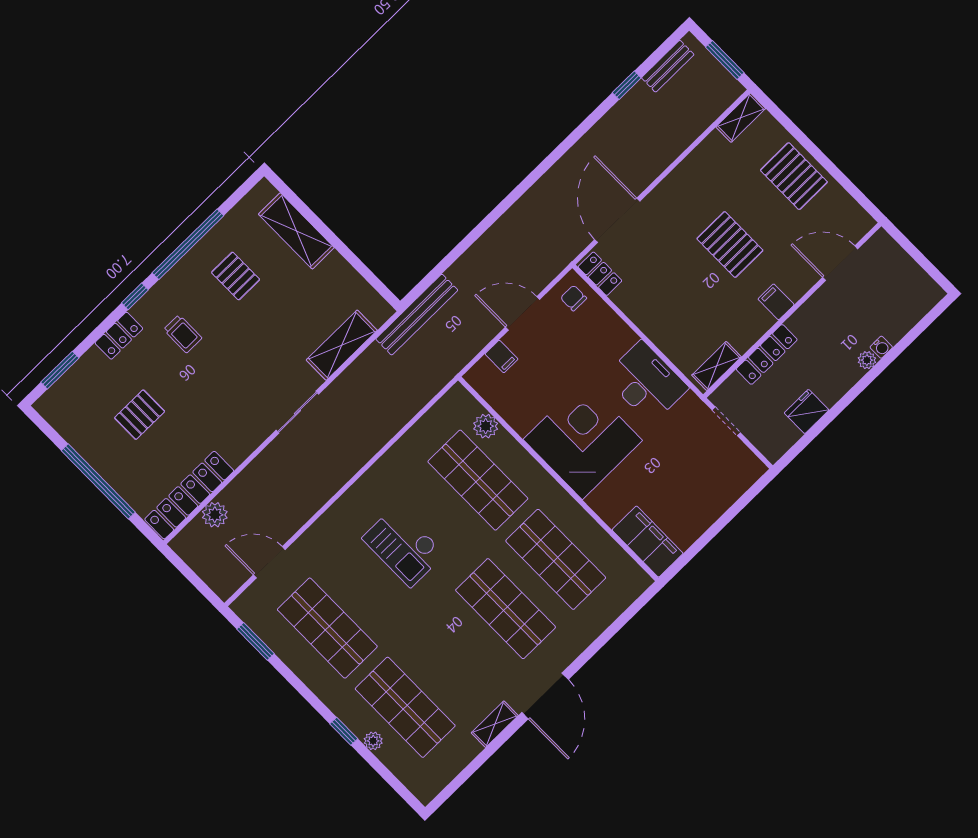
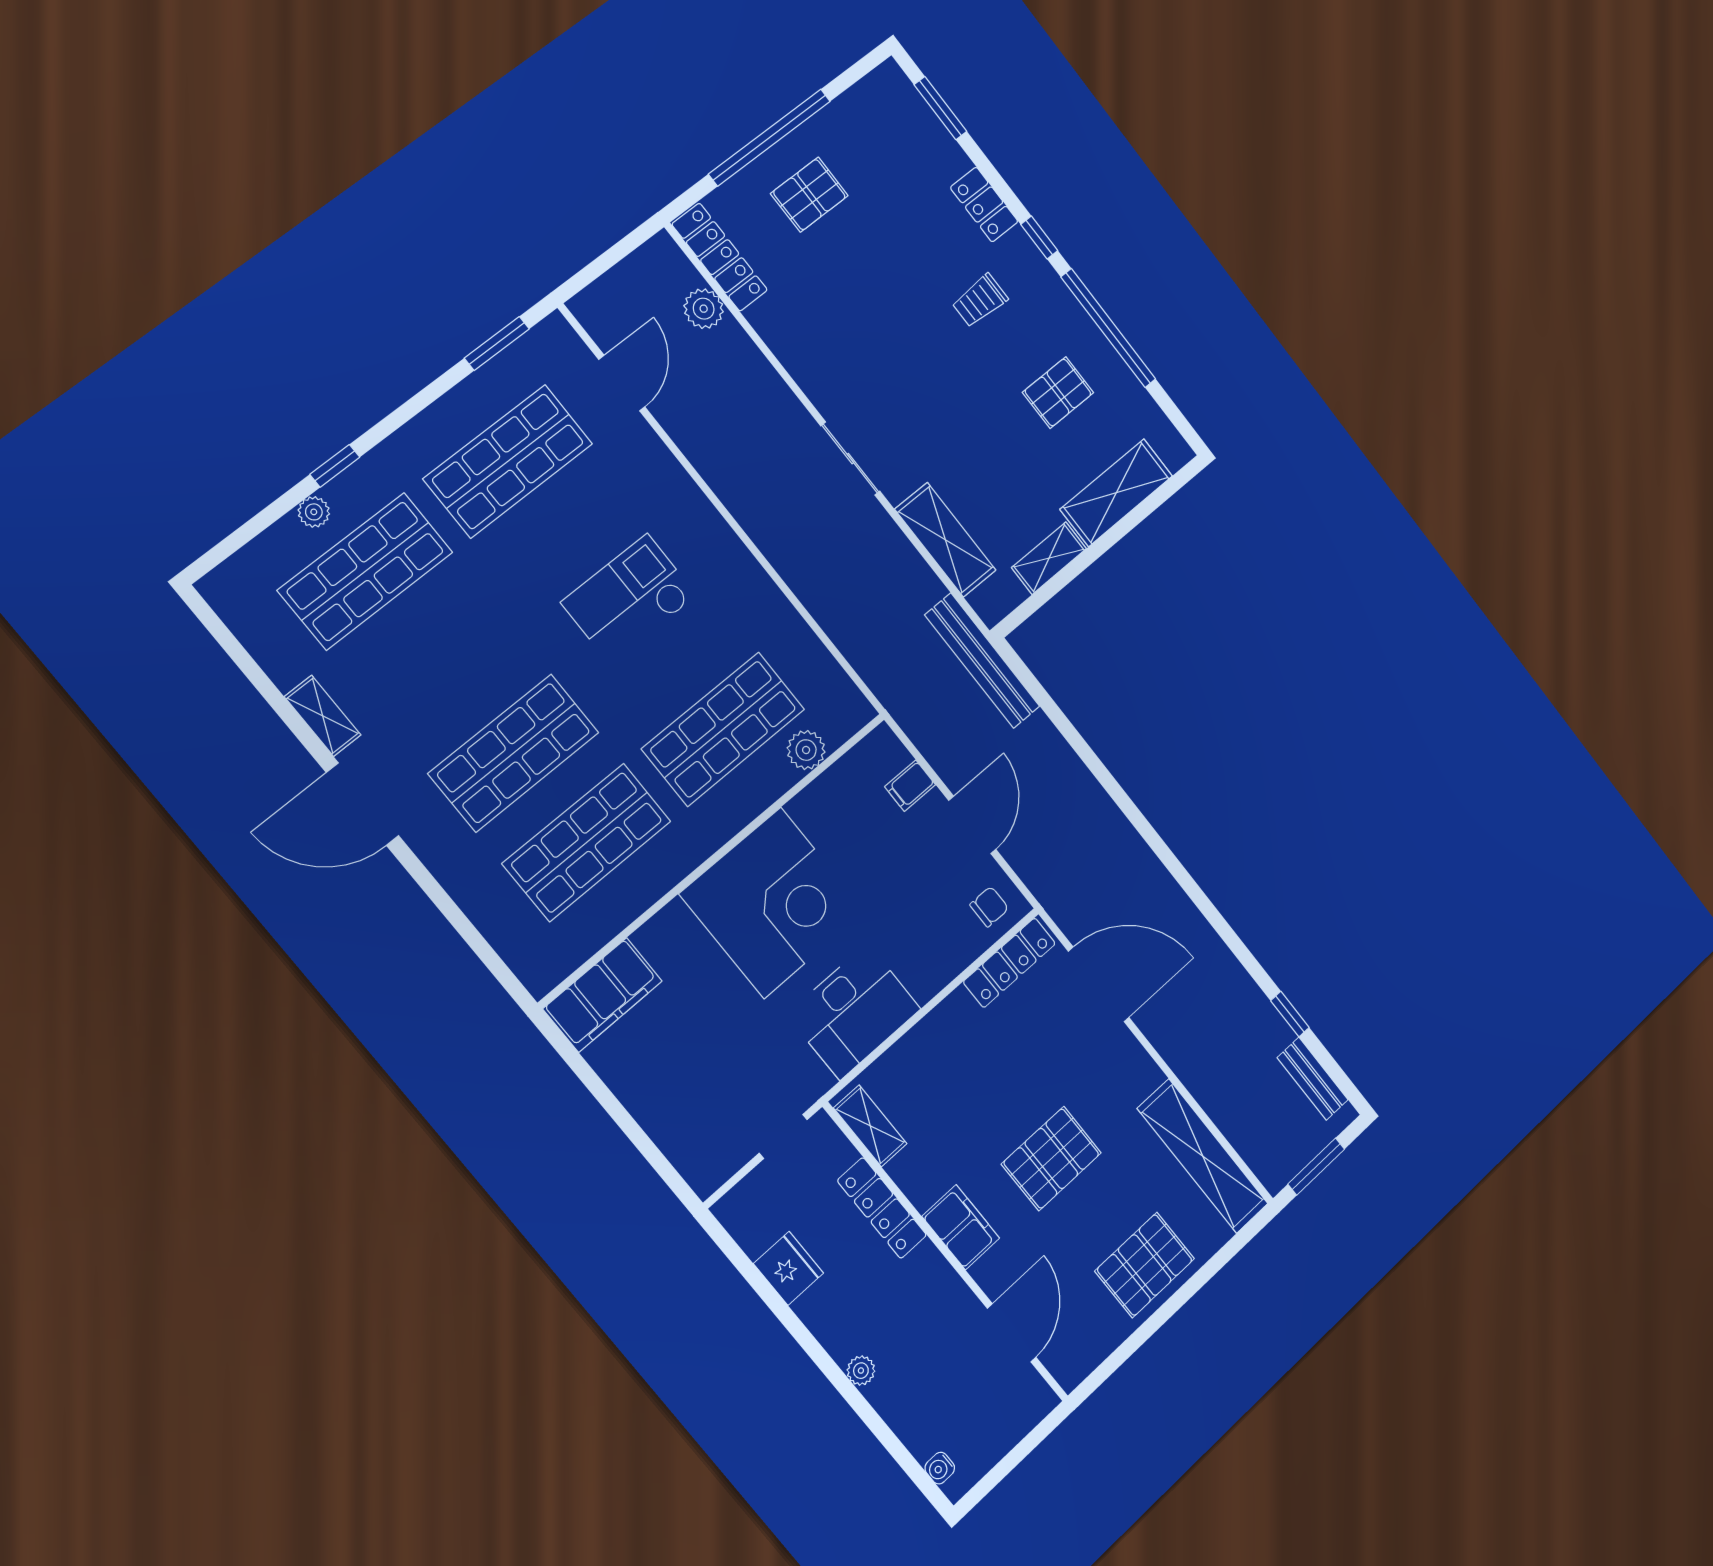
shelving: (741, 118) -> (1203, 1156), width x2.20, depth x1.33
shelving: (345, 274) -> (1049, 558), added
locker: (600, 274) -> (1009, 963), width x1.53
filing cabinet: (776, 302) -> (961, 1227), width x2.00
water cooler: (881, 347) -> (940, 1468), moved
pallet: (140, 415) -> (809, 195), moved, turned 90
locker: (189, 495) -> (720, 257), width x0.71, depth x0.83

